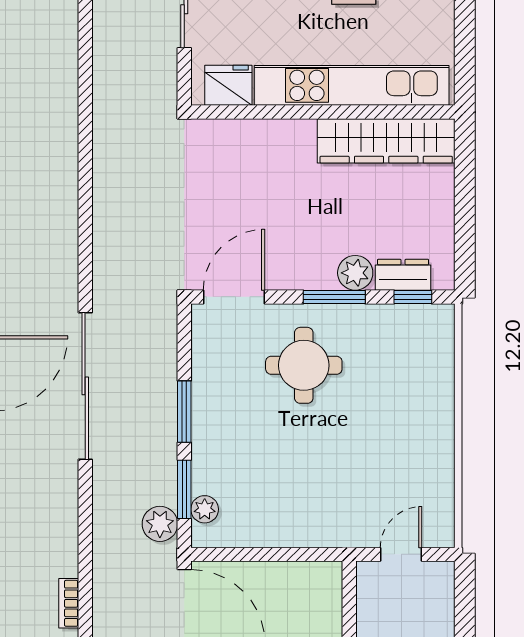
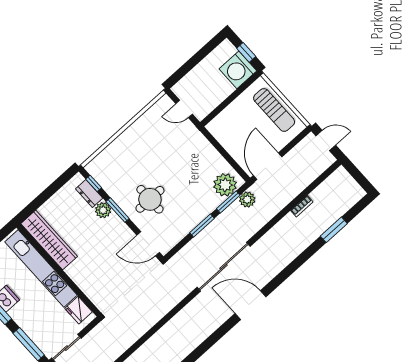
plant: (205, 509) -> (225, 185), width x1.88, depth x1.88

